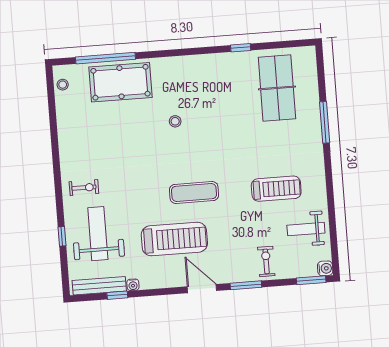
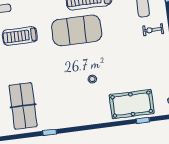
window: (105, 58) -> (143, 120), width x0.32
exercise mat: (194, 193) -> (77, 30), width x2.00, depth x1.45

